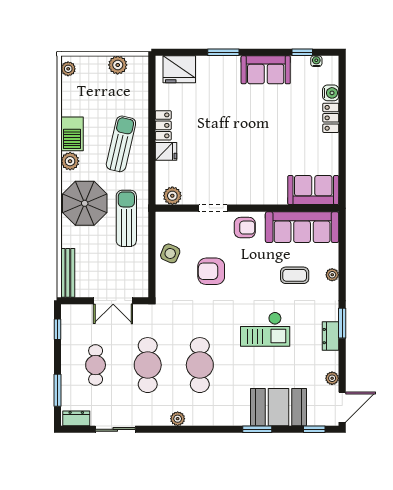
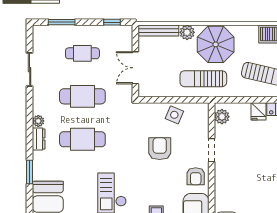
plant: (70, 161) -> (187, 32), moved
sun lounger: (126, 218) -> (203, 79), turned 180
dresser: (76, 418) -> (39, 139), moved
window: (257, 429) -> (30, 172), moved

